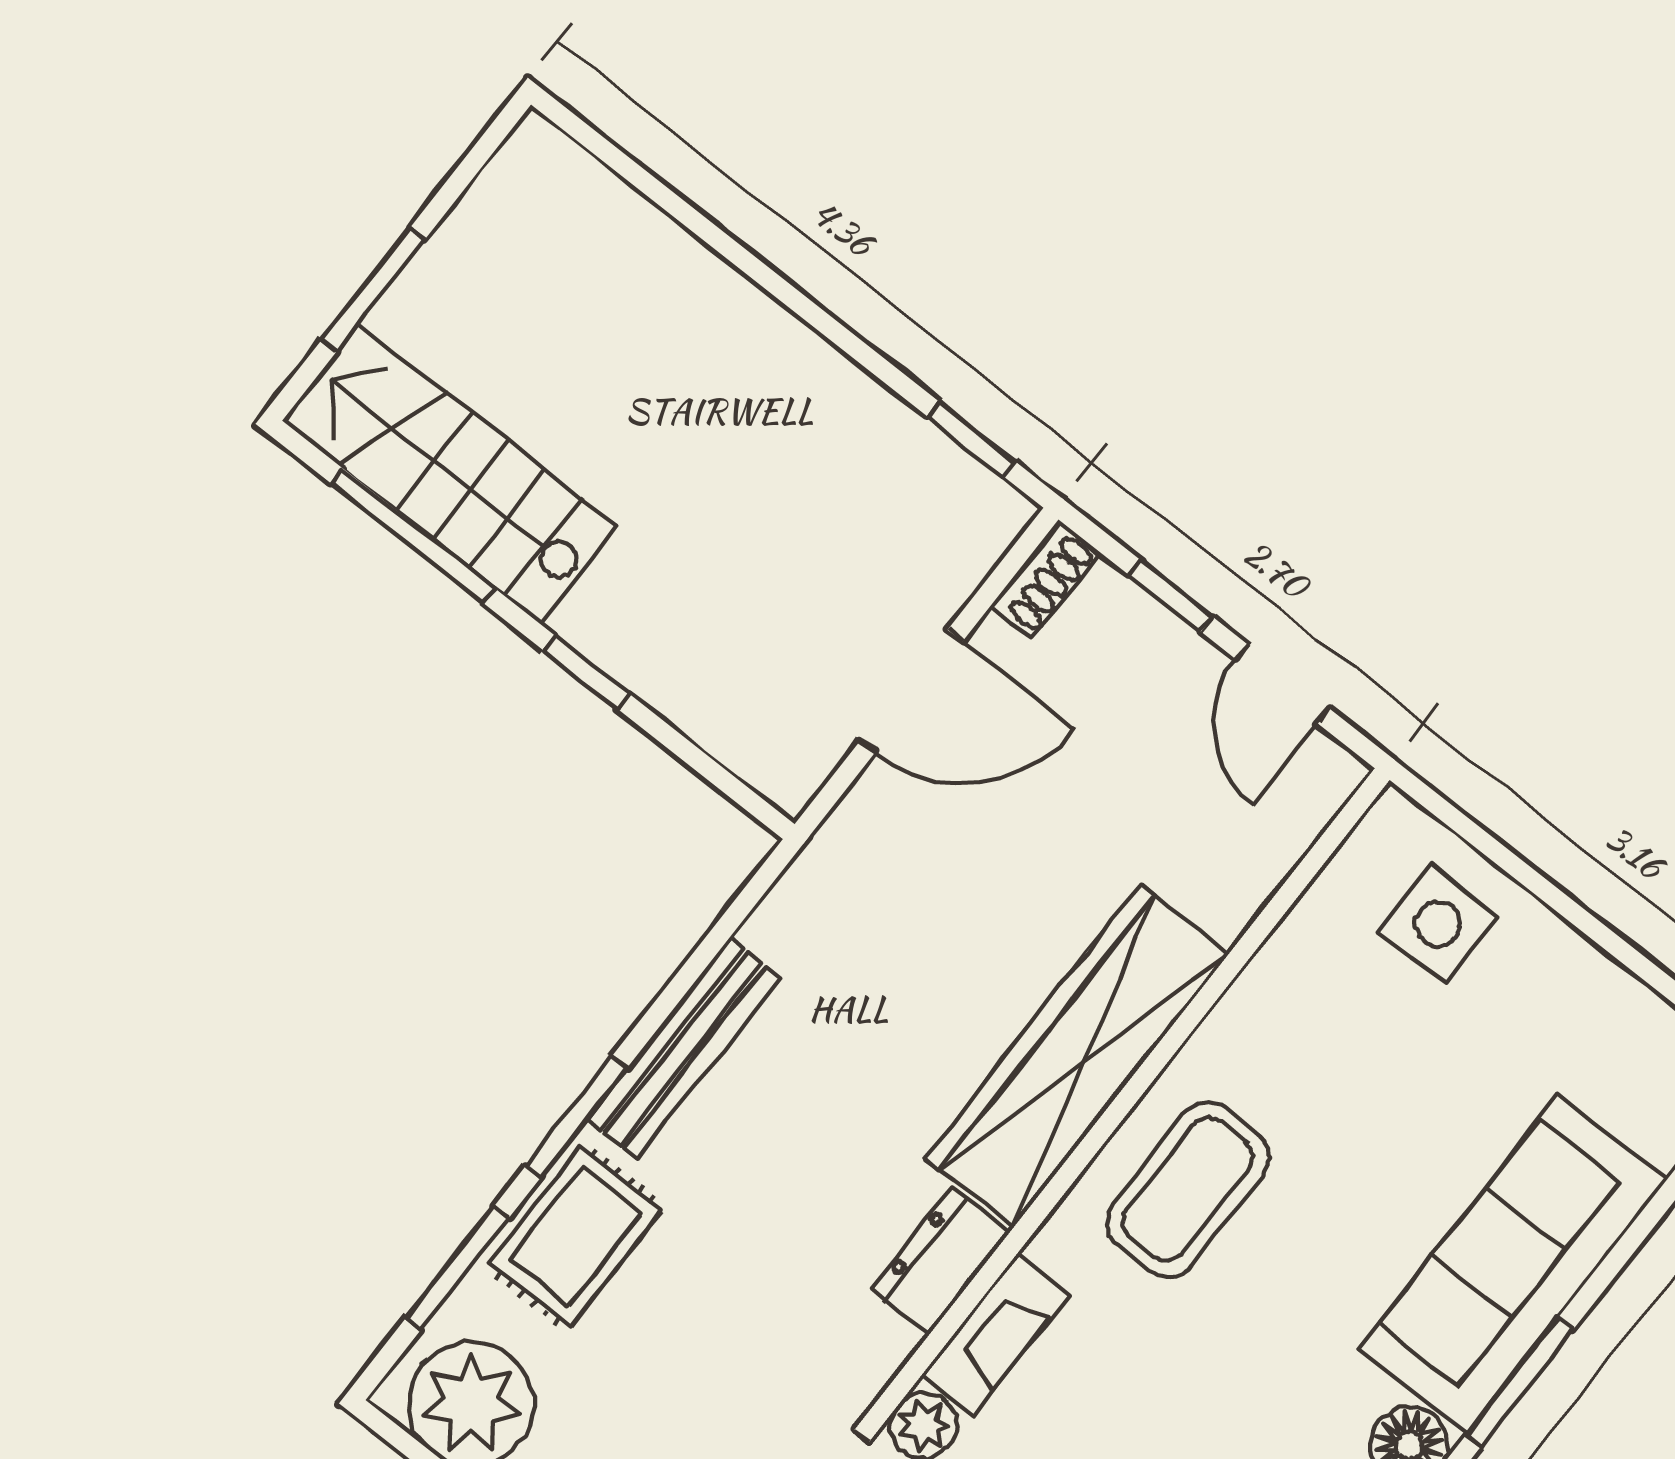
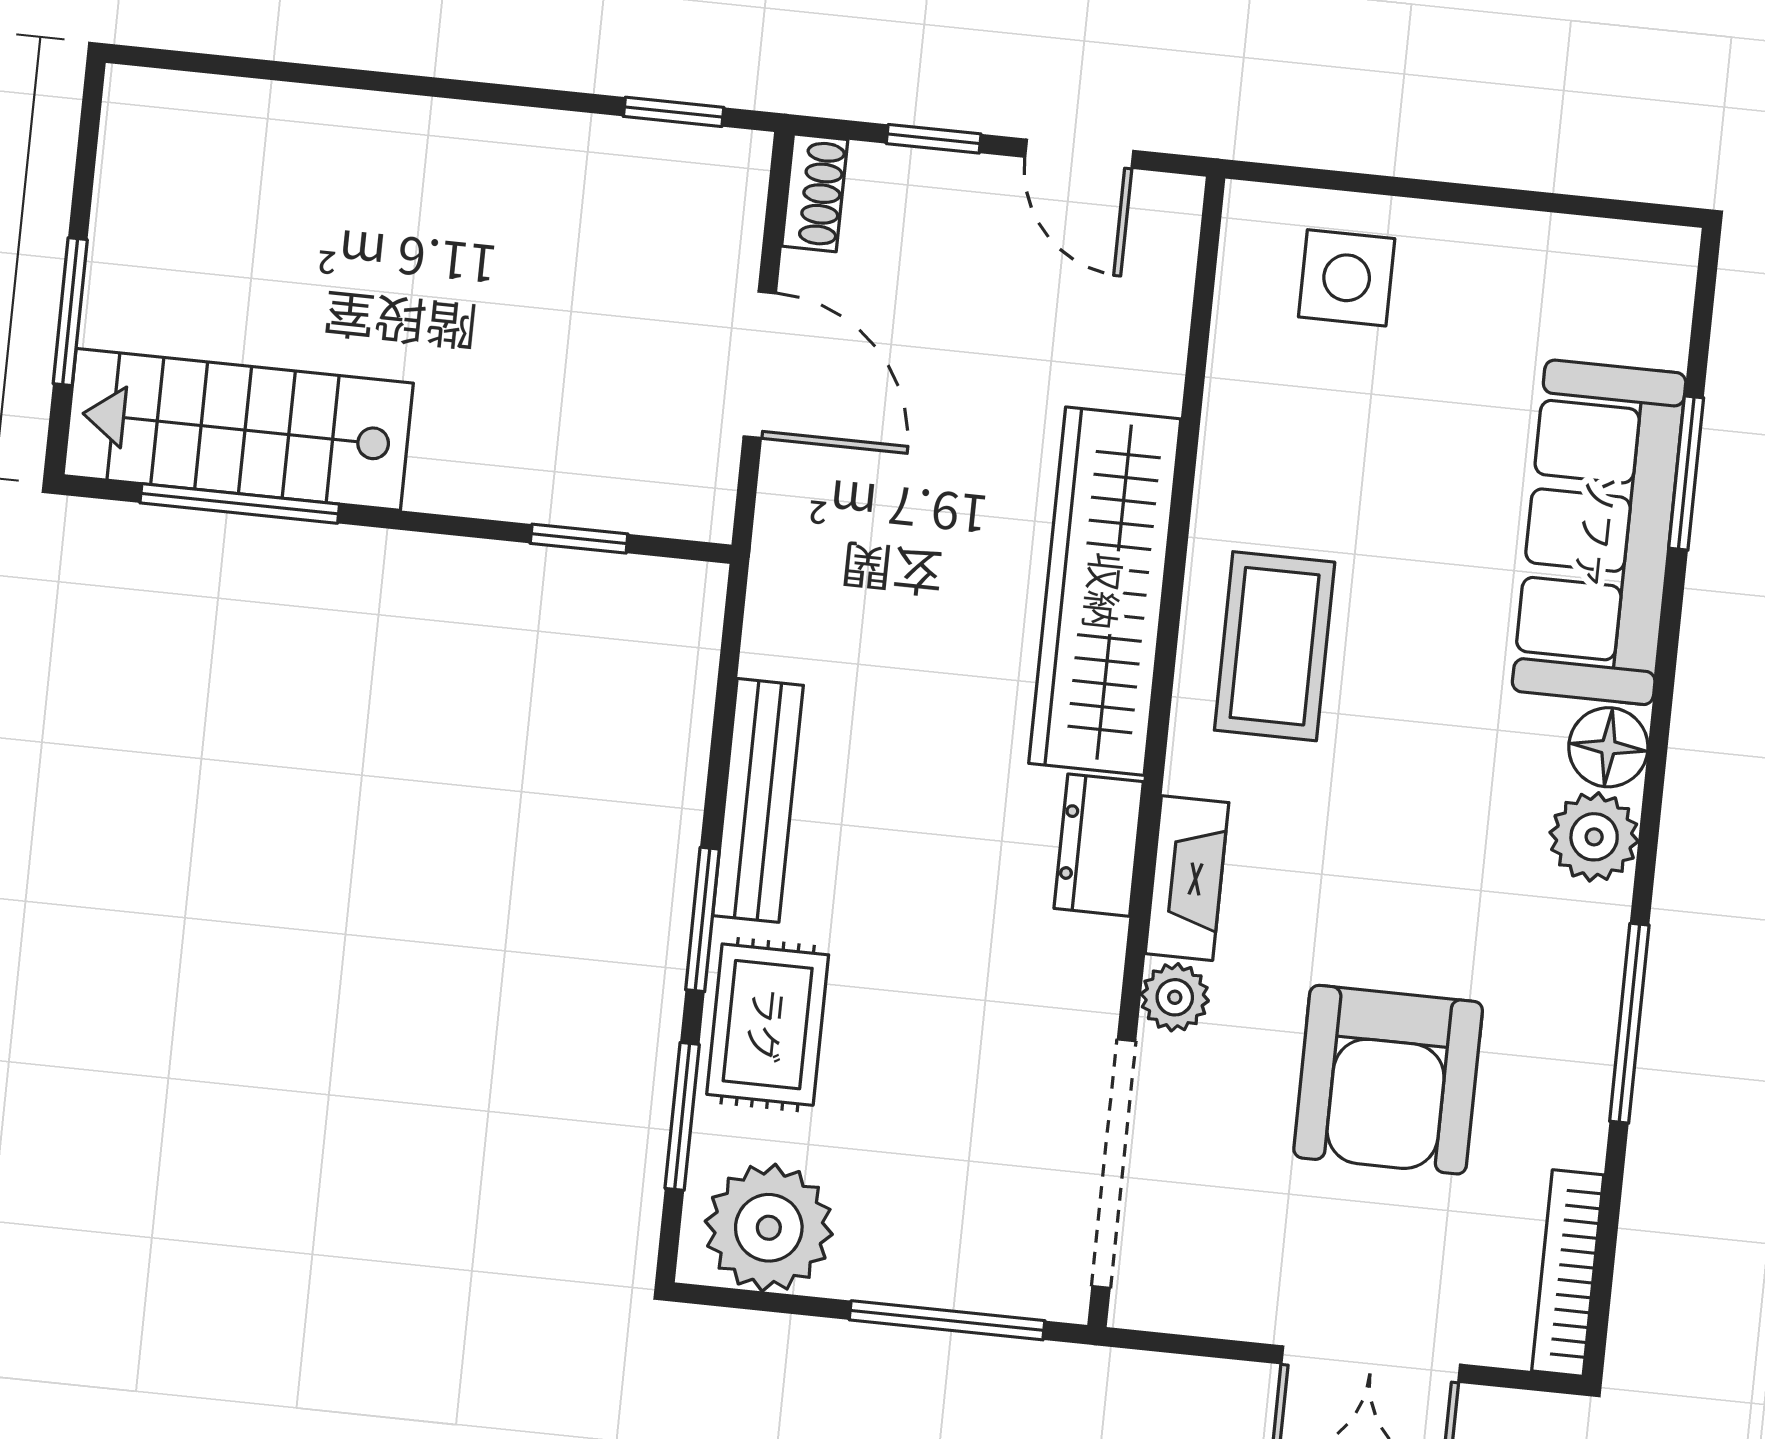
window: (586, 672) -> (579, 539), moved
door: (911, 691) -> (760, 365), hinge flipped
window: (1520, 1382) -> (1686, 473), moved

